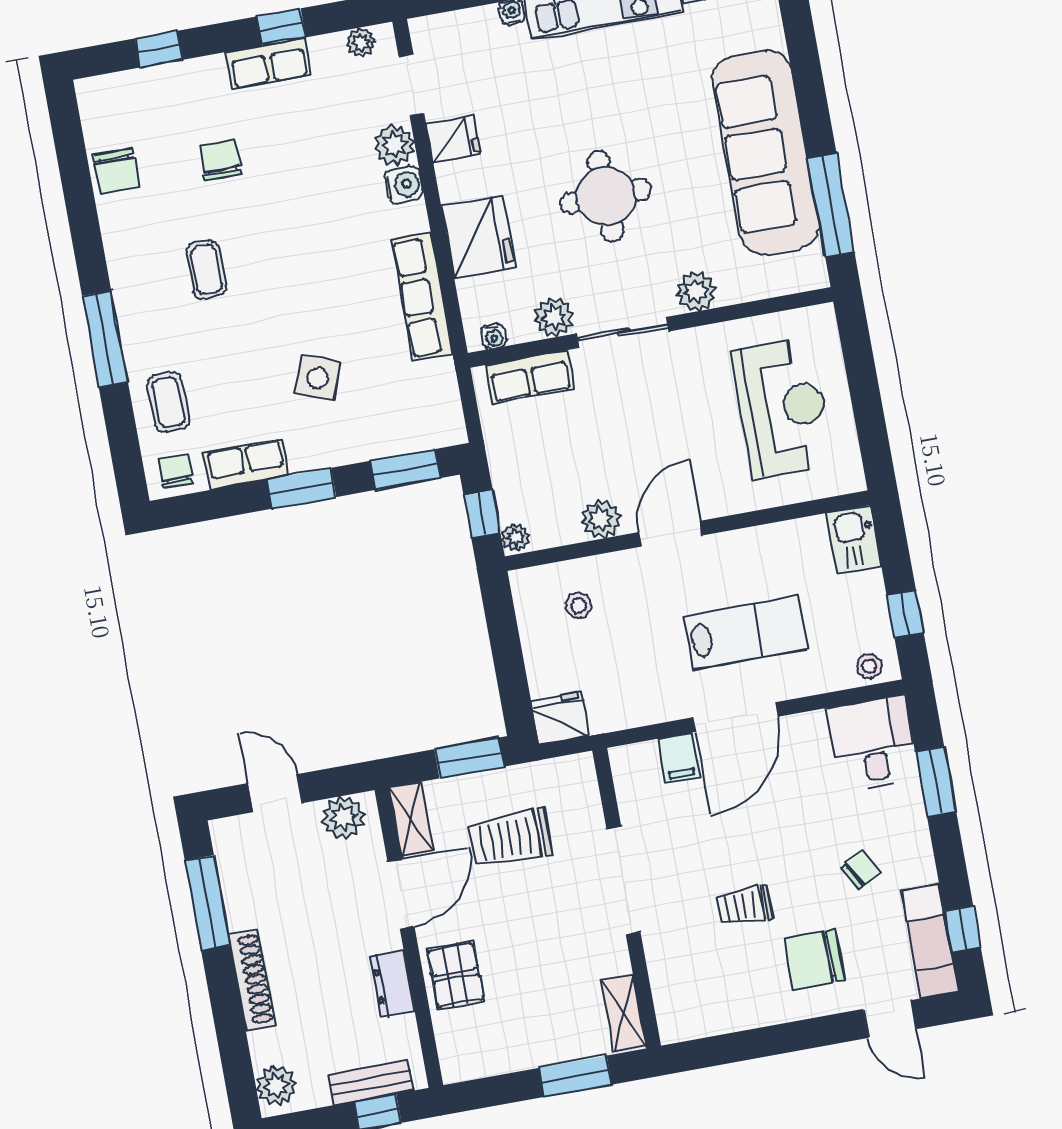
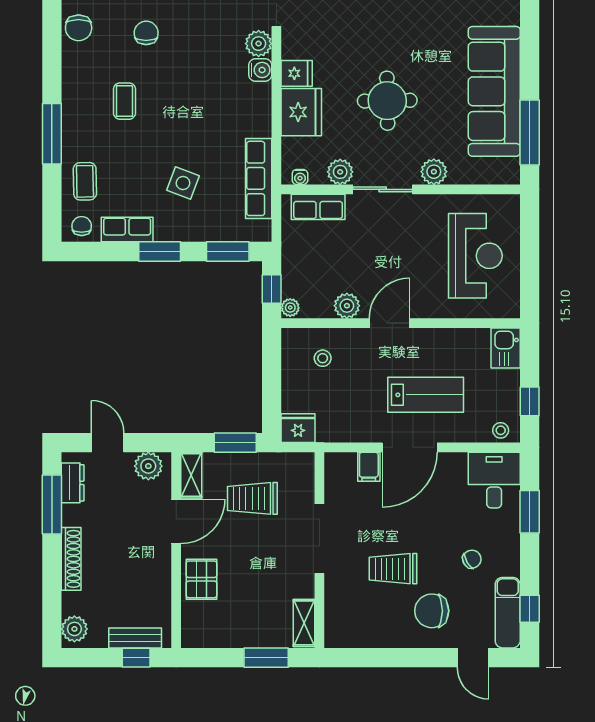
fridge: (453, 139) -> (297, 73), moved
row of seats: (422, 297) -> (259, 178), moved
trolley: (744, 906) -> (393, 569), width x1.36, depth x1.39
dresser: (392, 984) -> (73, 483), moved, turned 180

